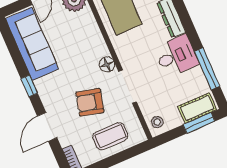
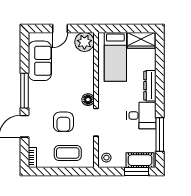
sofa: (32, 44) -> (40, 61), width x0.73
window: (29, 86) -> (24, 91), width x2.17
armchair: (90, 102) -> (63, 122), turned -104

